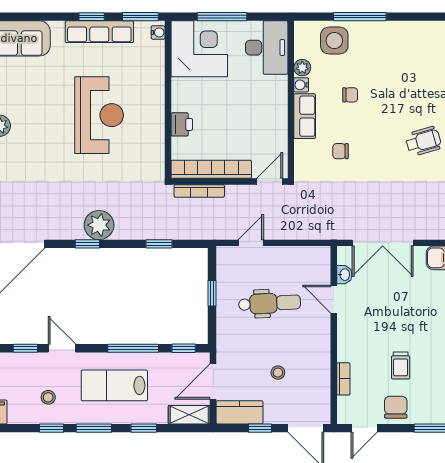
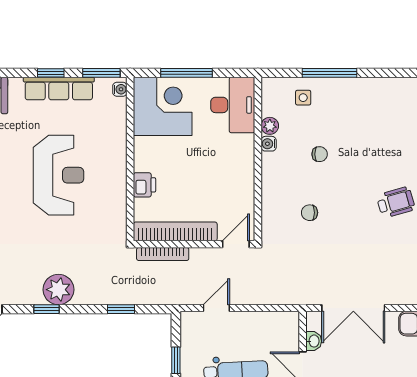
side table: (334, 41) -> (303, 98), width x0.54, depth x0.54
row of seats: (305, 116) -> (272, 176), removed

